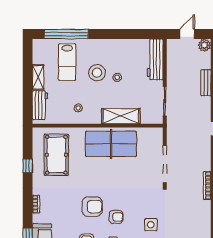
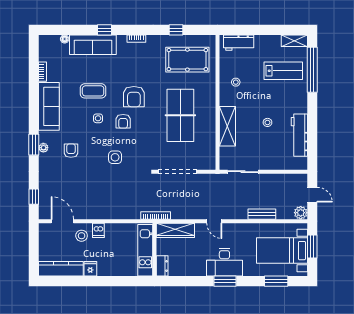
workbench: (155, 59) -> (299, 135), moved, turned -90
lab bench: (67, 62) -> (283, 71), turned 180
stool: (97, 73) -> (272, 102), removed
shelving: (38, 77) -> (294, 41), moved
table tennis table: (111, 144) -> (180, 115), moved

